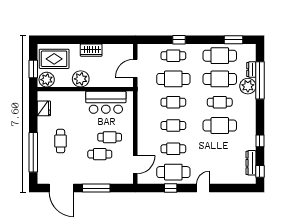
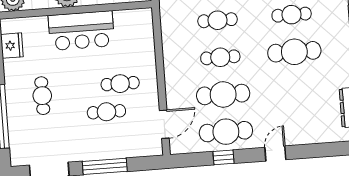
bar counter: (106, 102) -> (81, 31), moved
cafe table: (173, 149) -> (223, 94), width x1.37, depth x1.35

